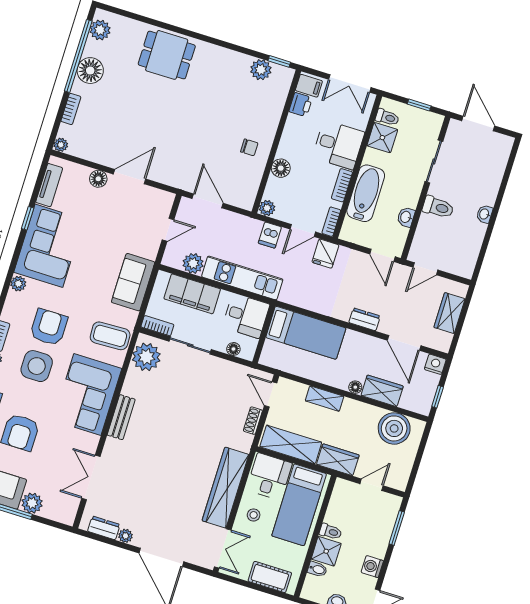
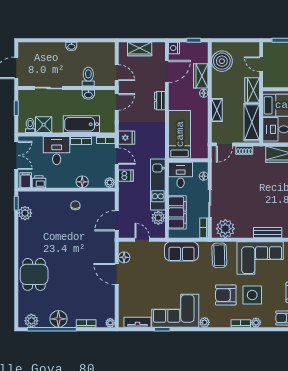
floor lamp: (98, 179) -> (124, 257), moved
toilet: (438, 207) -> (88, 77), moved

